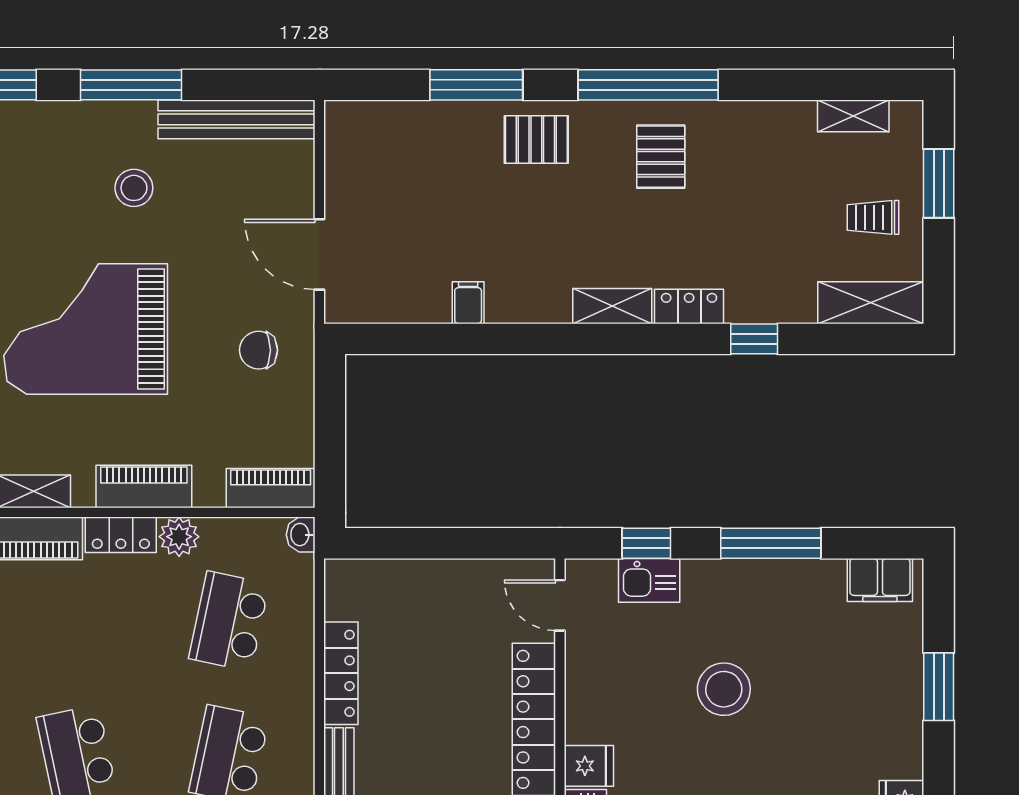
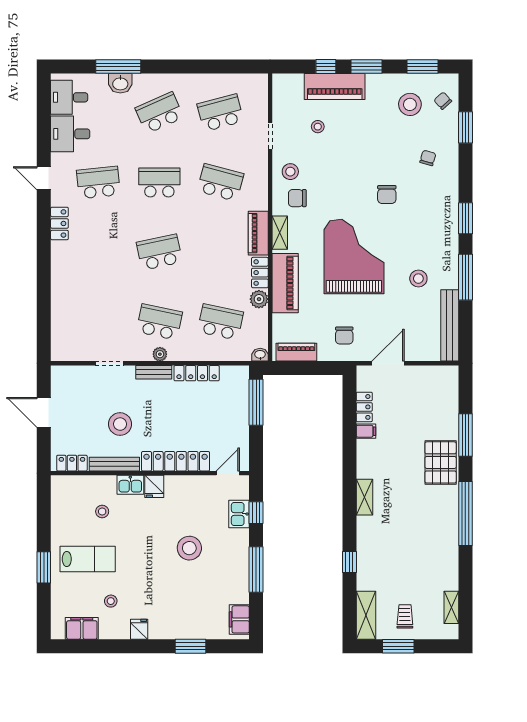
pallet: (536, 139) -> (441, 462), width x1.50, depth x1.42
pallet: (661, 157) -> (433, 519), removed
window: (939, 183) -> (398, 646), moved
locker: (689, 306) -> (364, 407), moved
chair: (259, 350) -> (344, 335), turned 180
piano: (144, 487) -> (285, 283), width x1.37, depth x1.33
piano: (271, 488) -> (296, 352), moved, turned -90
window: (405, 543) -> (256, 402), added
plant: (299, 754) -> (160, 354), added

